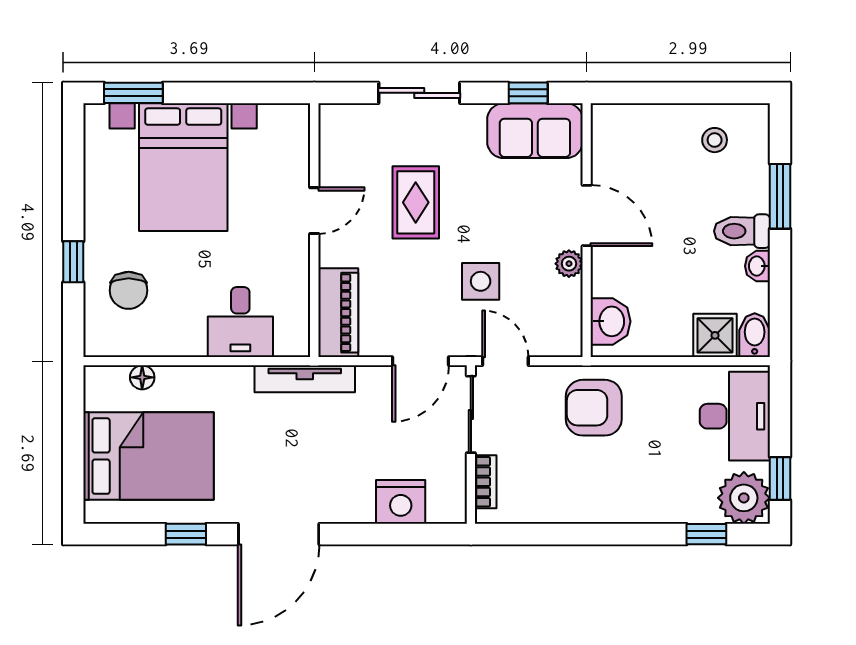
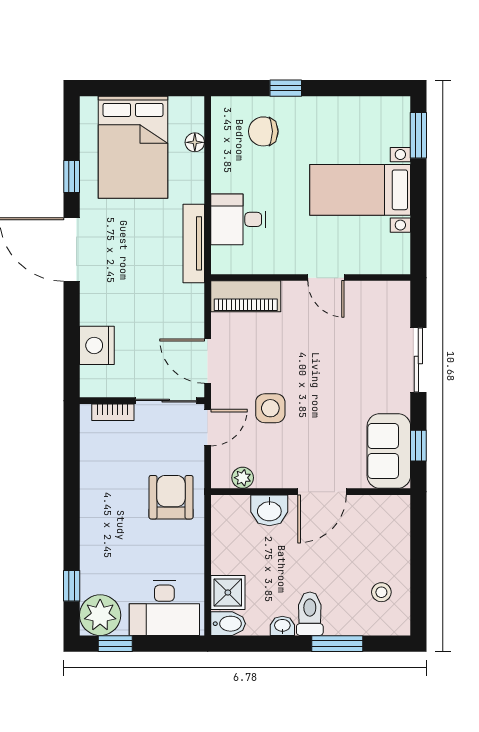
bed with nightstands: (183, 167) -> (360, 190), width x0.73
rug: (416, 202) -> (332, 357), removed
plant: (569, 264) -> (243, 478), moved
washbasin: (611, 321) -> (269, 510), moved
tv unit: (305, 379) -> (194, 243), moved

